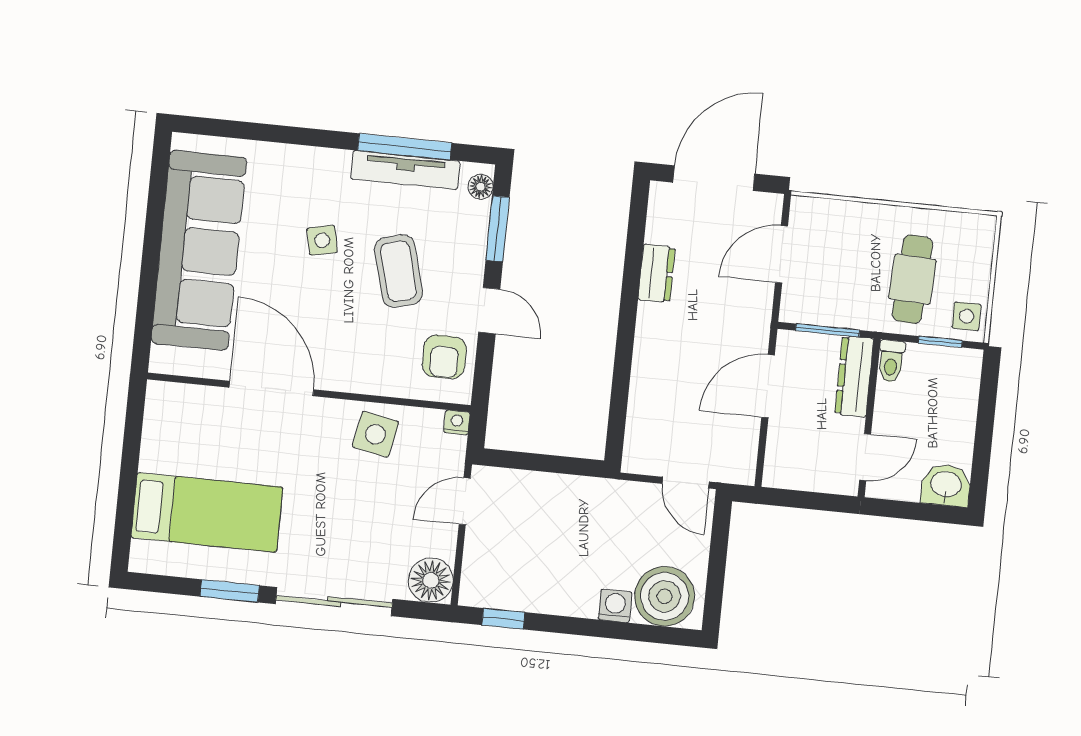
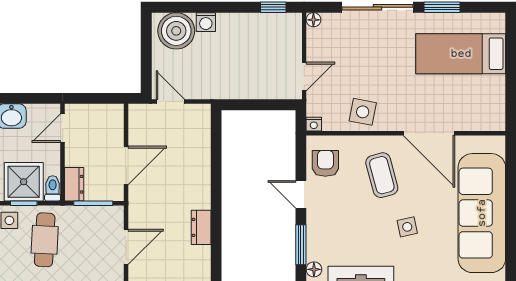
coffee table: (398, 271) -> (382, 175), moved
dresser: (854, 376) -> (74, 184), width x0.70
shower: (937, 377) -> (24, 182), added
floor lamp: (431, 580) -> (313, 20), width x0.53, depth x0.53

